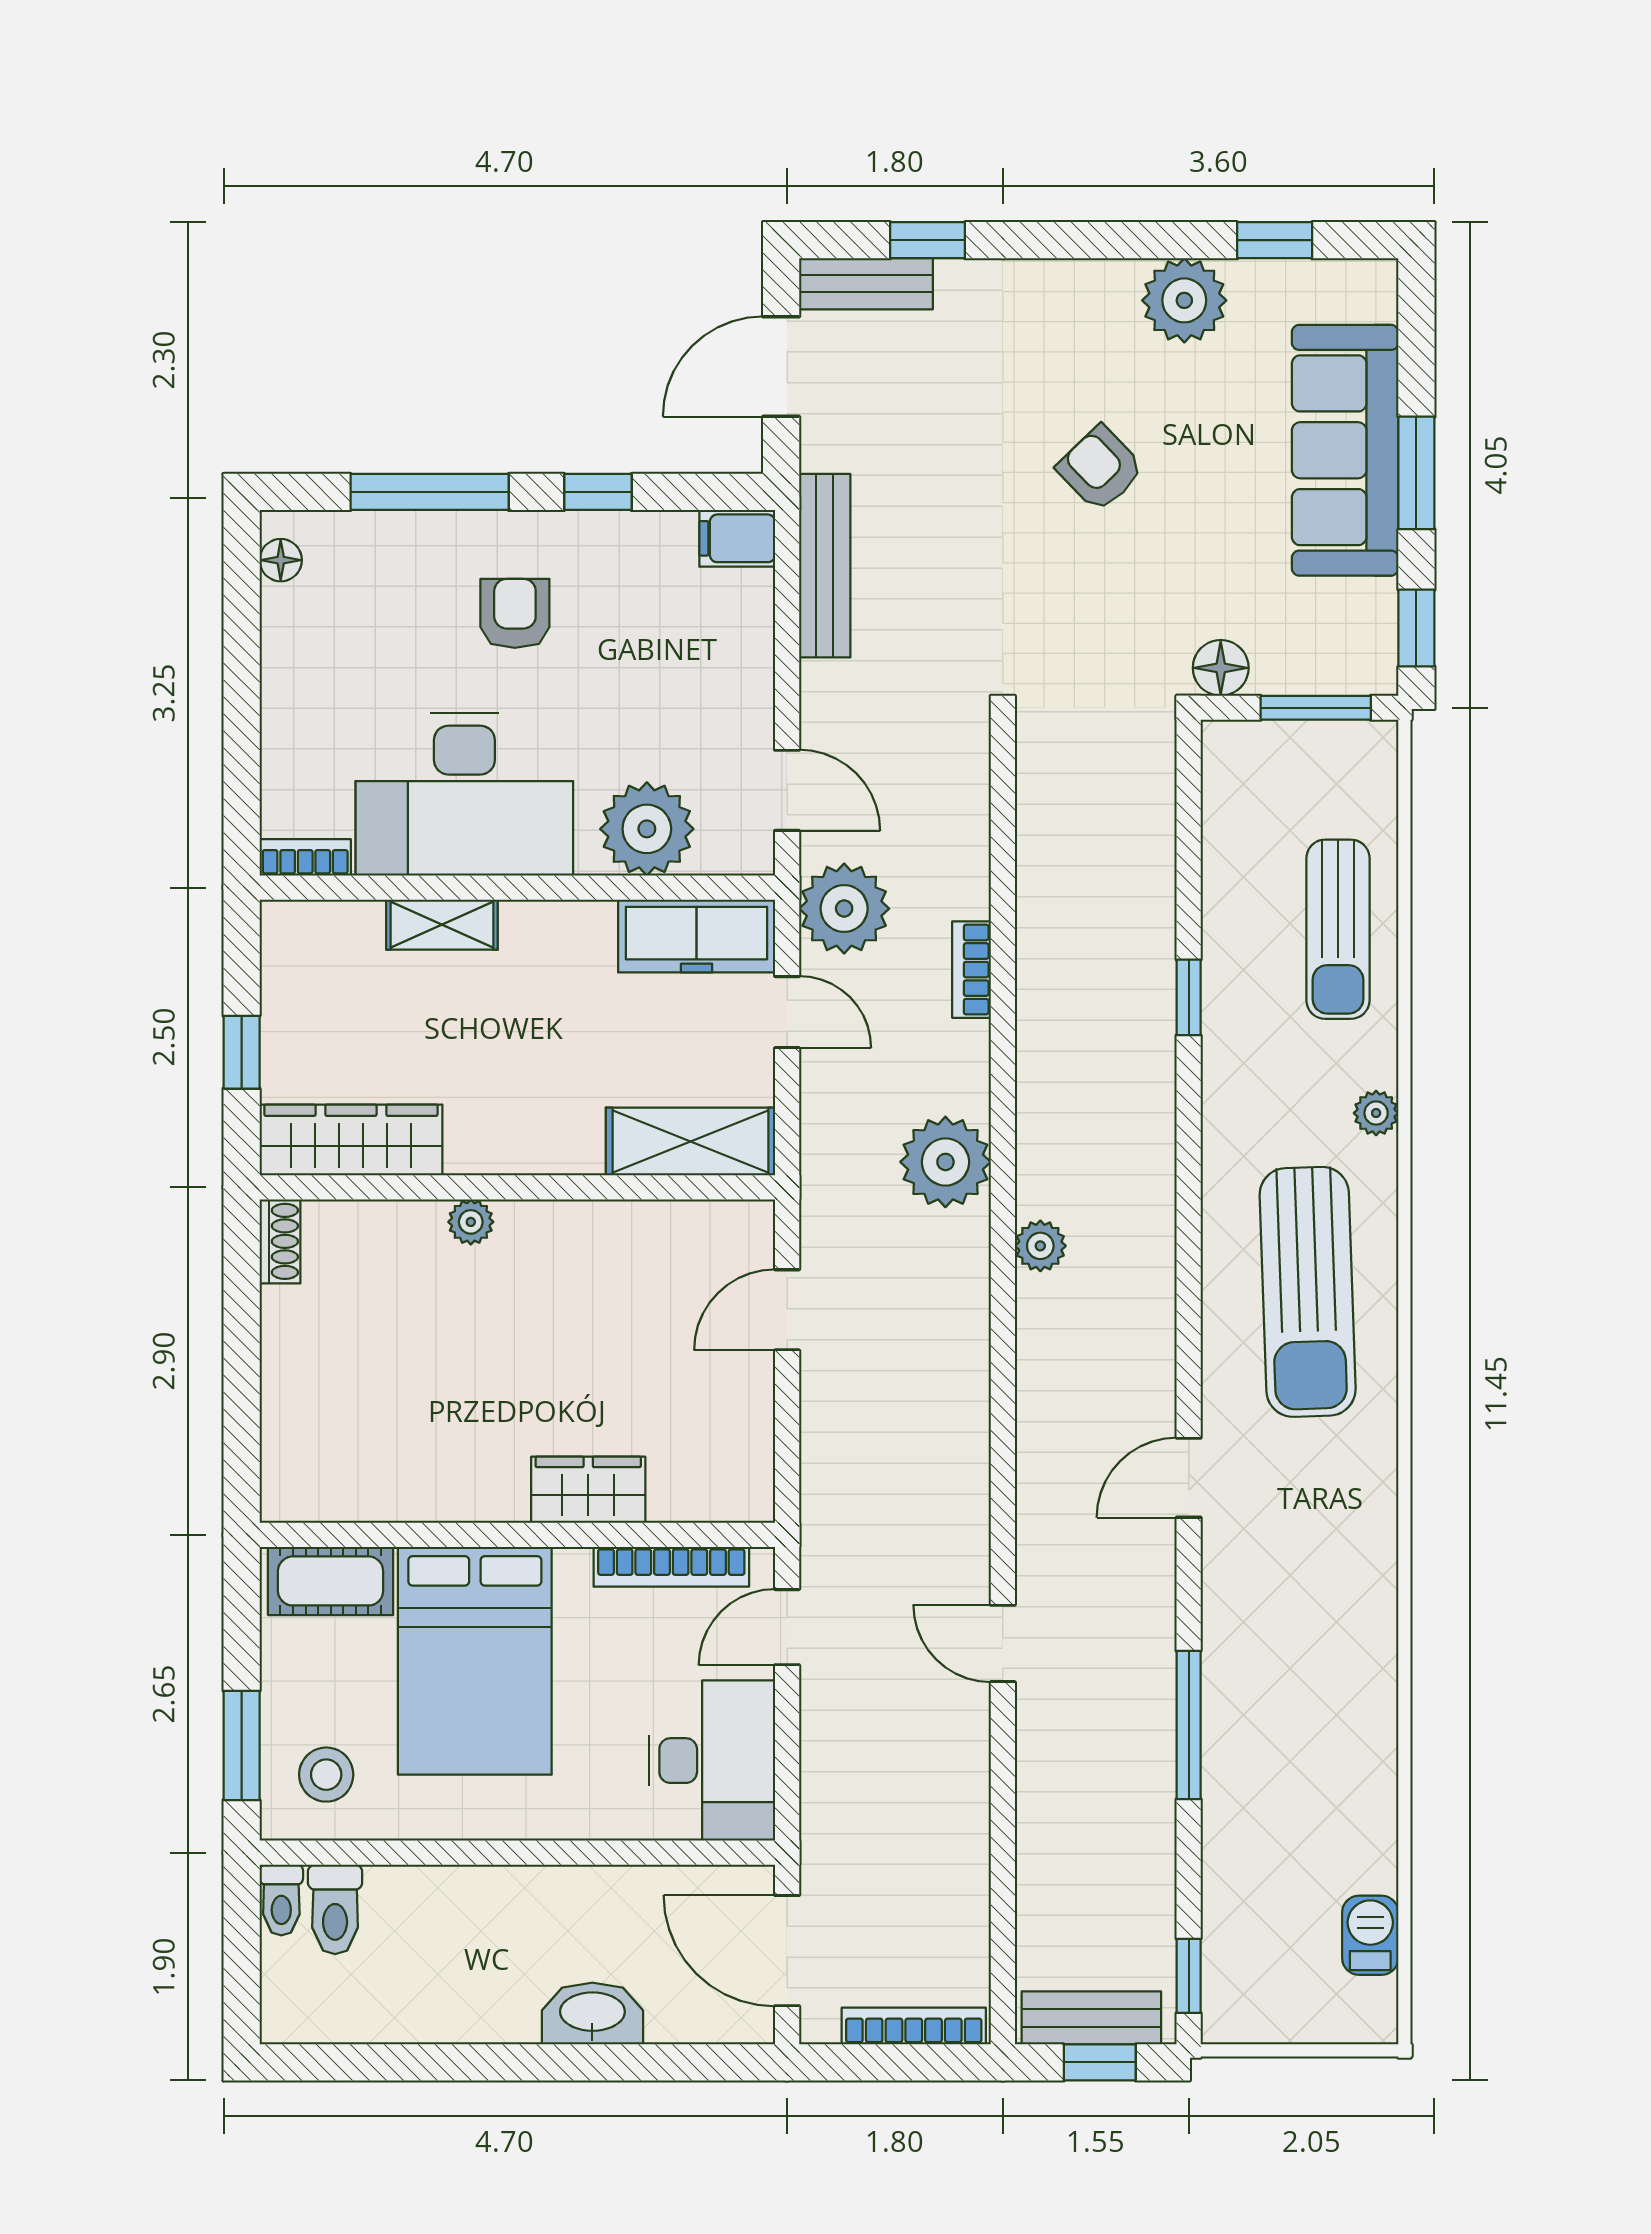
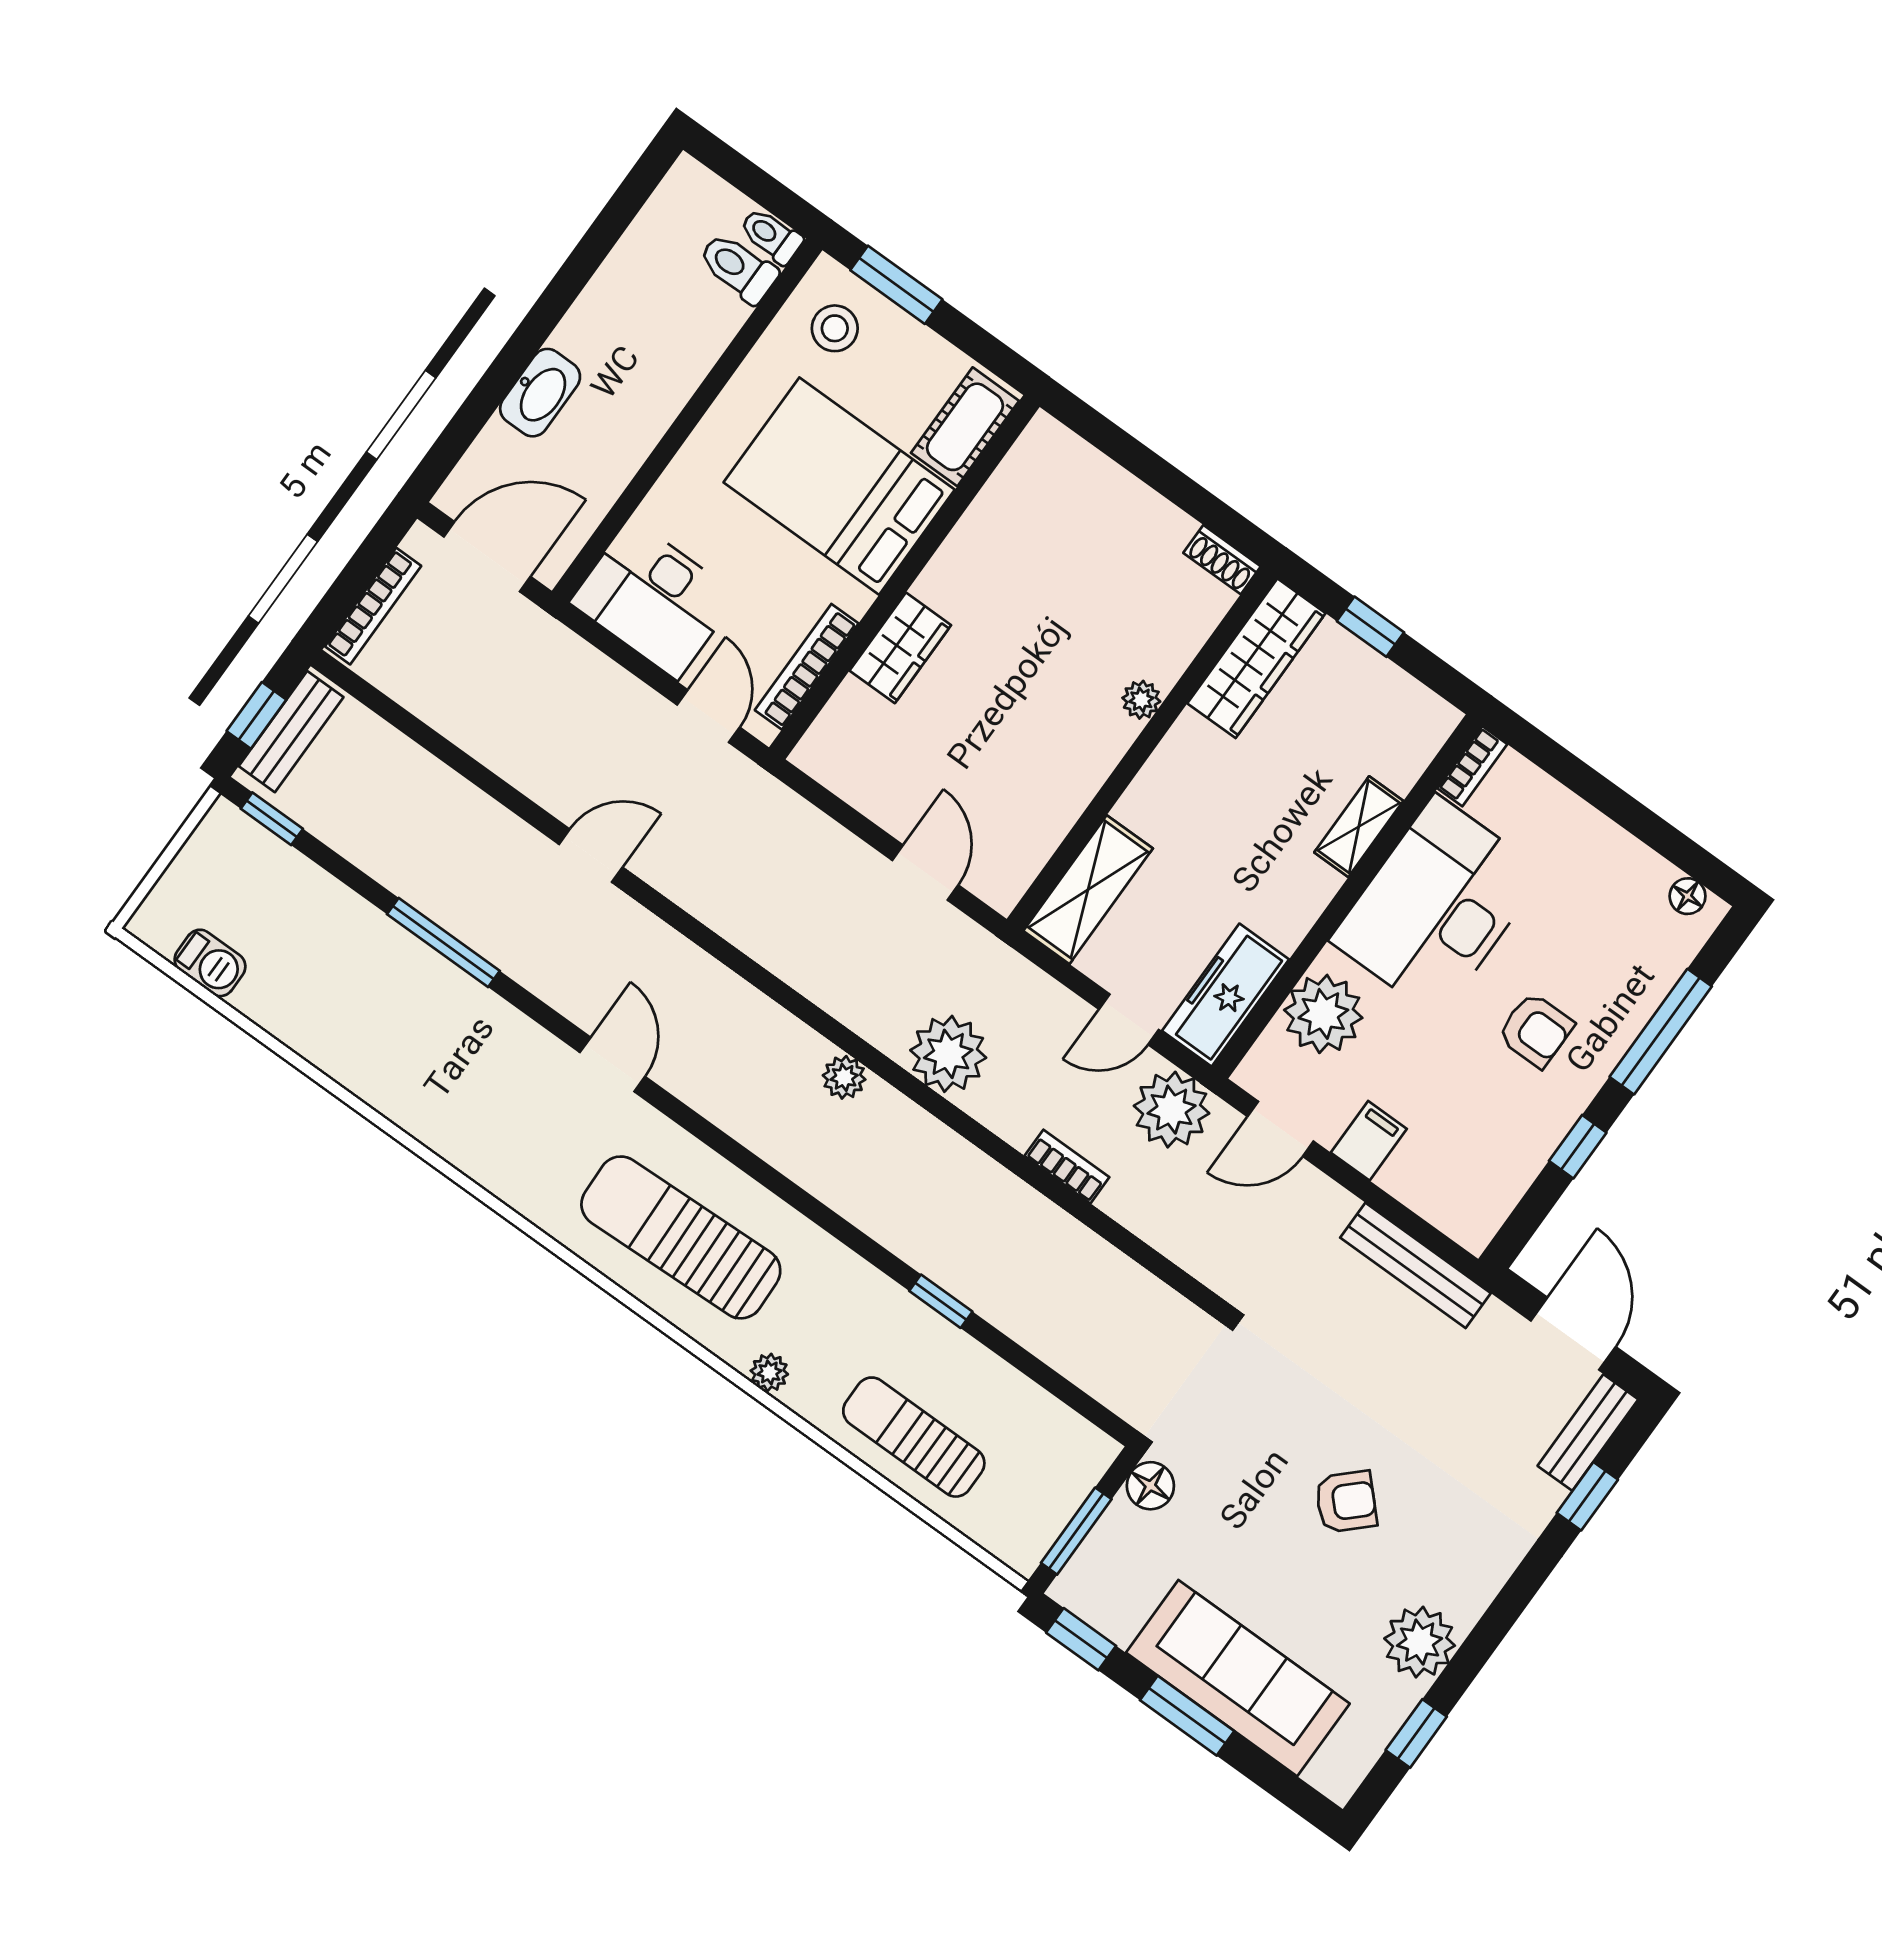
filing cabinet: (737, 538) -> (1369, 1141), moved

